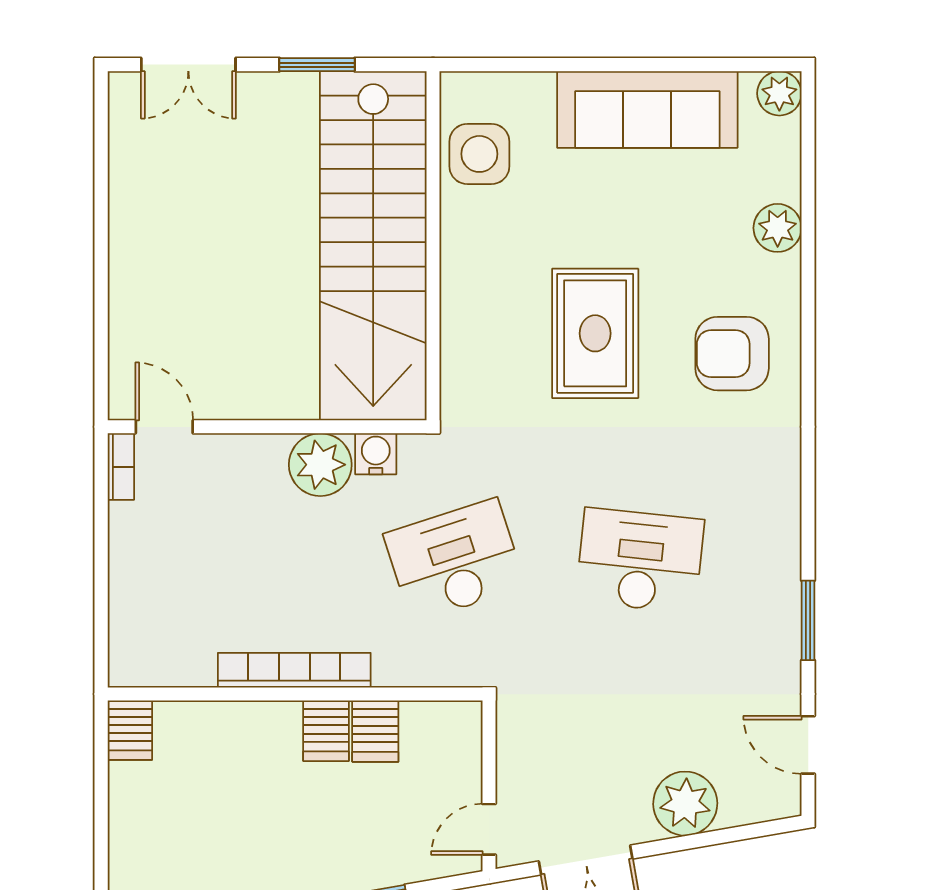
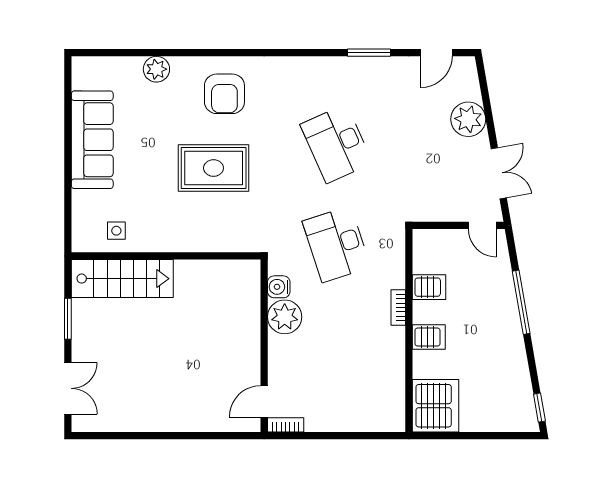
plant: (779, 93) -> (83, 68), removed
side table: (479, 154) -> (116, 231), width x0.54, depth x0.54
stairs: (373, 246) -> (122, 279), width x0.54, depth x0.66
desk: (640, 560) -> (337, 144), turned -30
bookcase: (294, 670) -> (398, 308), width x0.43, depth x0.76
server rack: (130, 730) -> (435, 406), width x2.18, depth x1.44
server rack: (326, 731) -> (429, 337), moved

